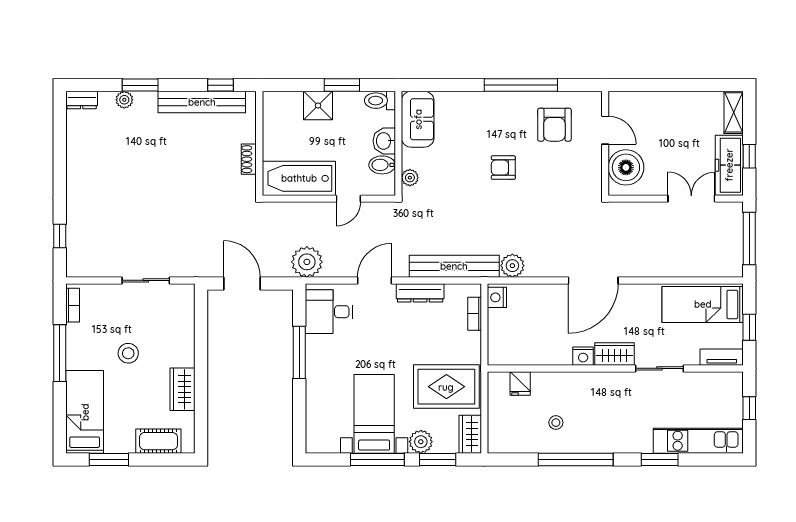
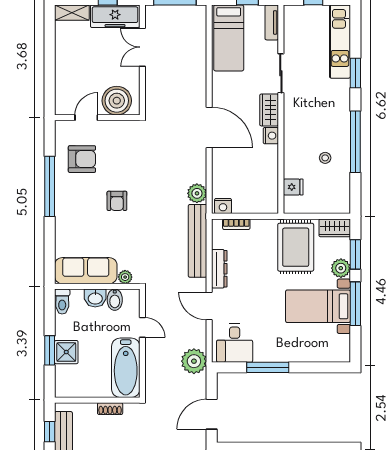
window: (342, 85) -> (50, 350), moved
sofa: (418, 119) -> (86, 271), width x1.36

